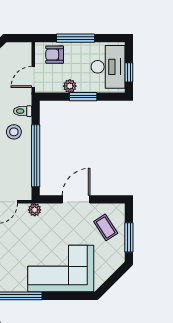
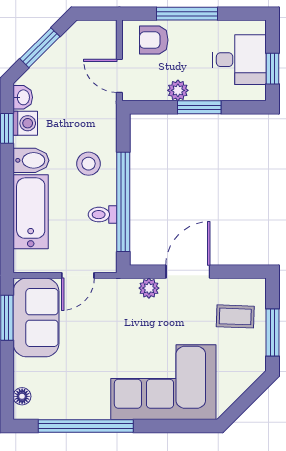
desk: (108, 67) -> (239, 60), width x0.73
door: (33, 77) -> (119, 76), hinge flipped
toilet: (23, 111) -> (103, 215), moved
plant: (35, 210) -> (149, 288), moved
coffee table: (106, 227) -> (235, 316), turned -55

